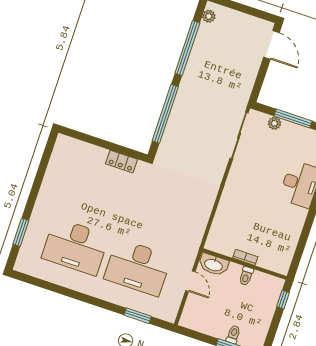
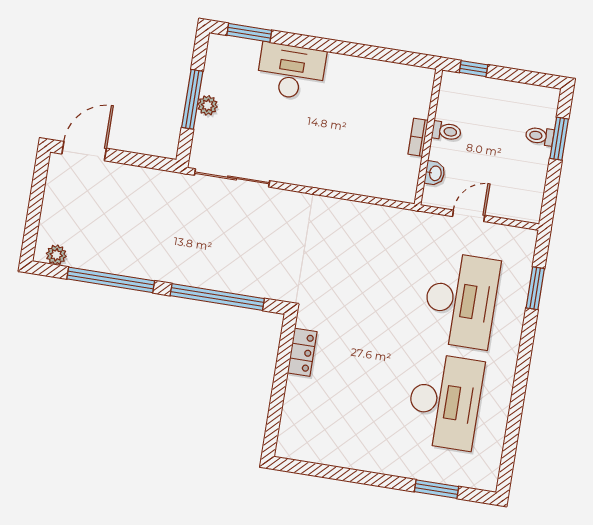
plant: (274, 123) -> (208, 105), moved
washbasin: (214, 265) -> (435, 173), width x0.52, depth x0.69

